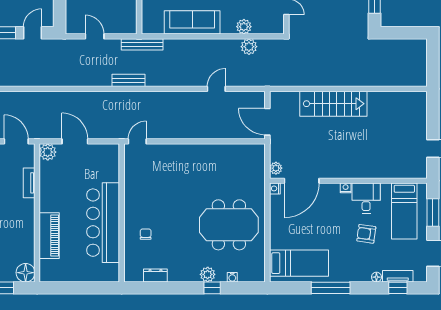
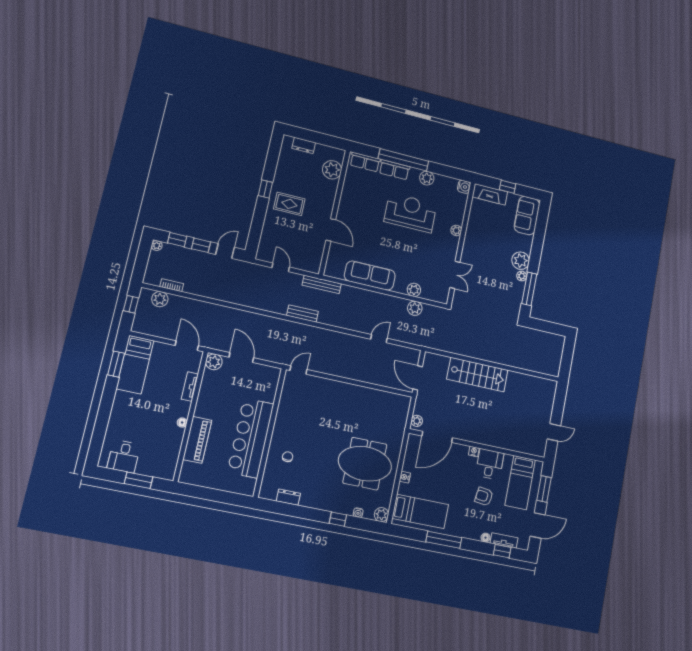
nightstand: (275, 188) -> (405, 477), moved
floor lamp: (26, 273) -> (182, 423), moved, width x0.53, depth x0.53
plant: (208, 274) -> (381, 515), moved

